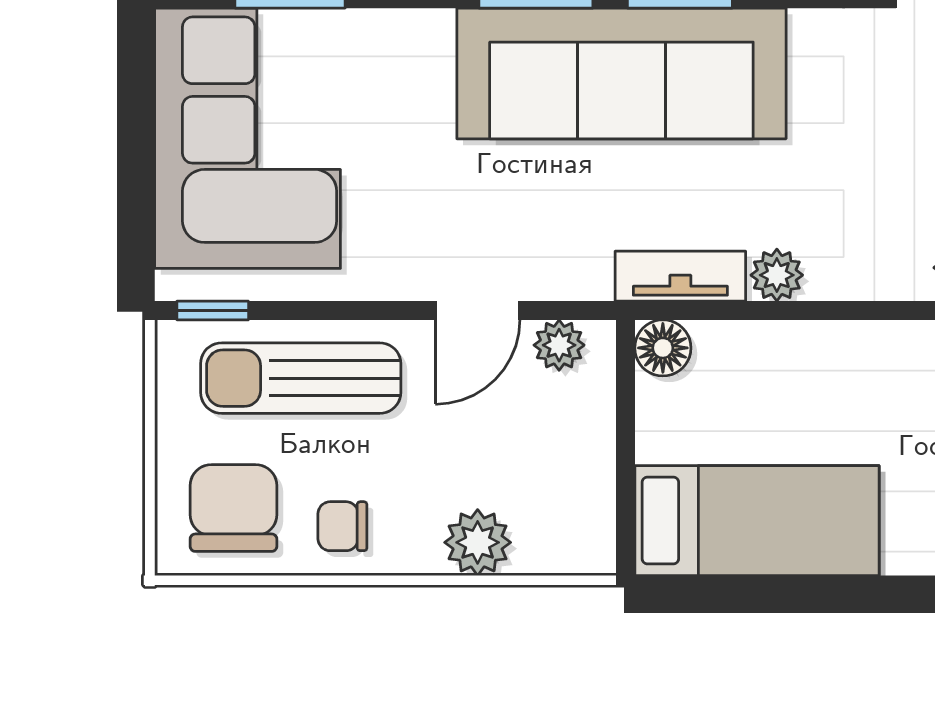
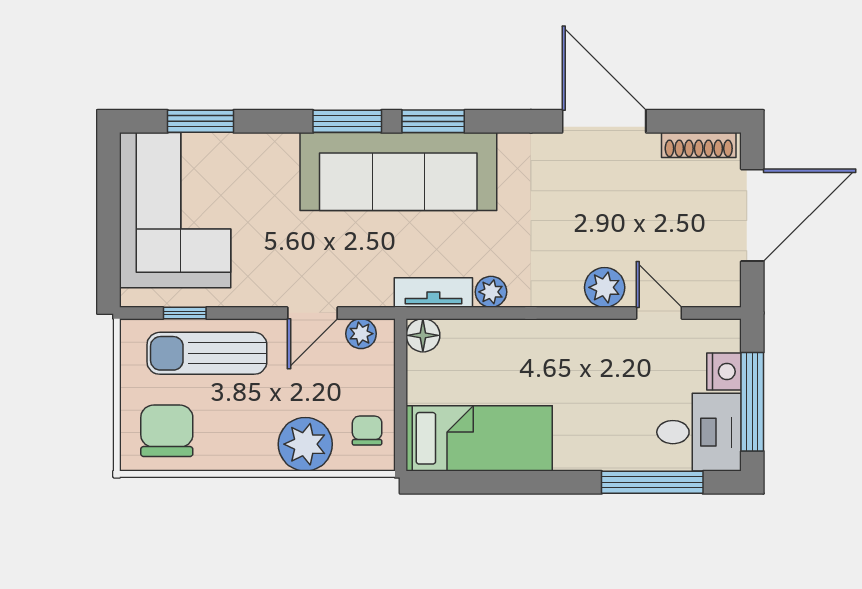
window: (213, 310) -> (185, 313), moved
chair: (342, 526) -> (367, 431), moved, turned 90
plant: (478, 542) -> (305, 444), width x1.36, depth x1.36

